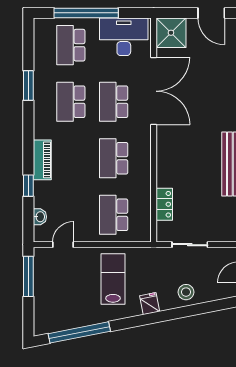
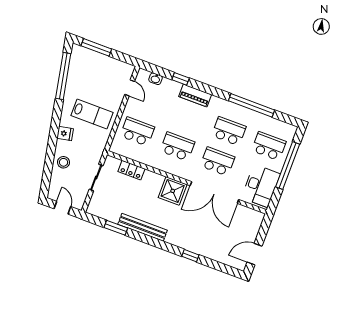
shower: (171, 33) -> (173, 191), moved
window: (28, 86) -> (251, 105), width x2.11
window: (28, 276) -> (96, 47), moved

